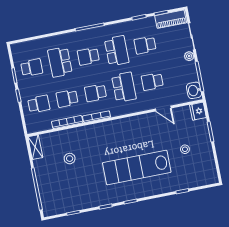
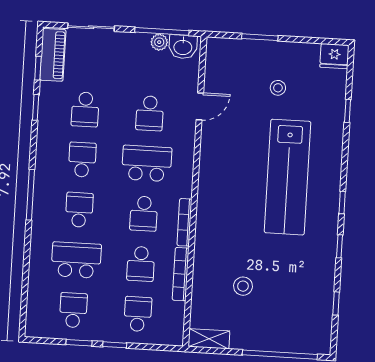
school desk: (117, 51) -> (82, 160), width x0.54
school desk: (88, 56) -> (79, 210), turned 180
plant: (189, 56) -> (159, 42), moved
school desk: (60, 62) -> (76, 260), turned 180
fridge: (198, 111) -> (334, 56), moved

